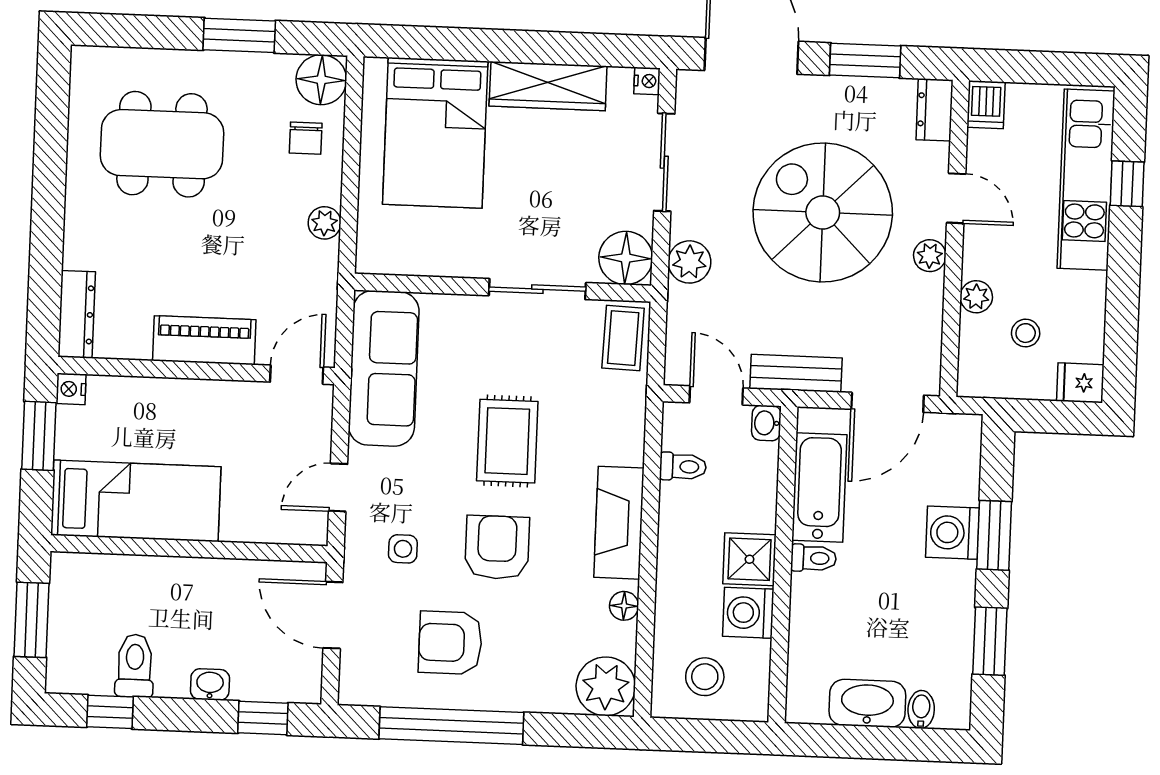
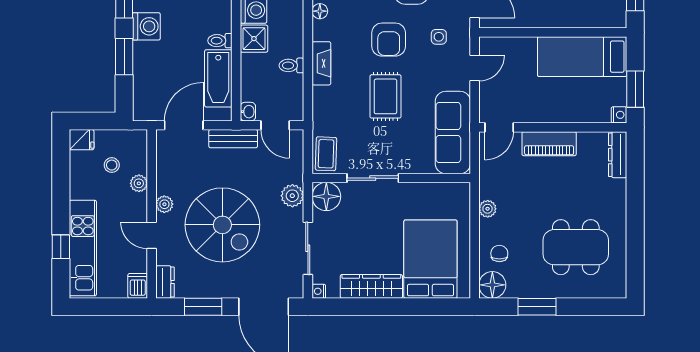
toilet: (683, 467) -> (291, 65), moved
fireplace: (619, 523) -> (321, 63), width x0.73, depth x0.76
washing machine: (952, 533) -> (146, 26), moved

